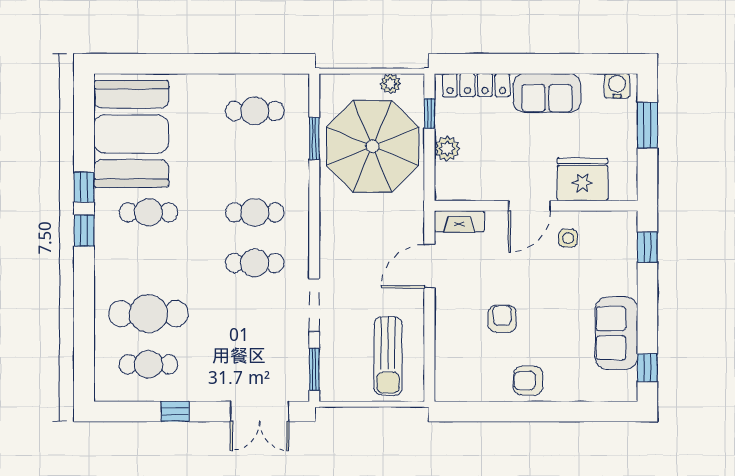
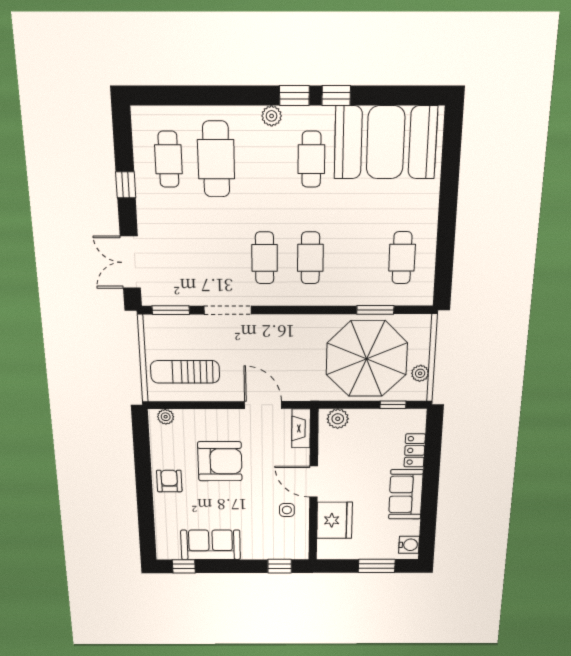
locker: (476, 85) -> (415, 450), width x0.66
plant: (447, 149) -> (338, 419), moved
plant: (104, 254) -> (272, 116), added
armchair: (502, 319) -> (220, 461), width x1.88, depth x1.88
plant: (444, 381) -> (166, 417), added

